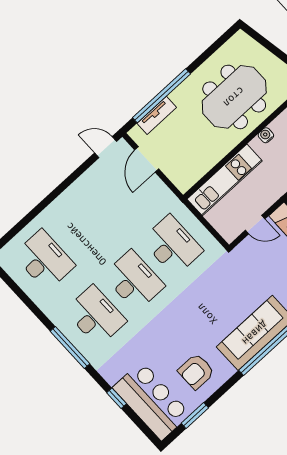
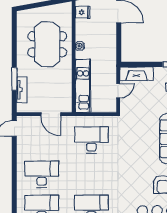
window: (161, 96) -> (14, 79), width x0.47
door: (147, 159) -> (51, 114), moved
desk: (134, 281) -> (42, 174), moved

